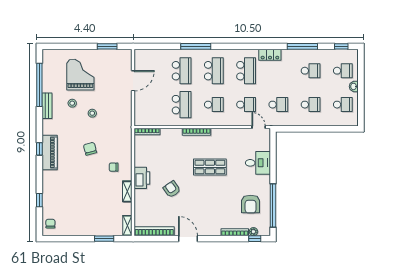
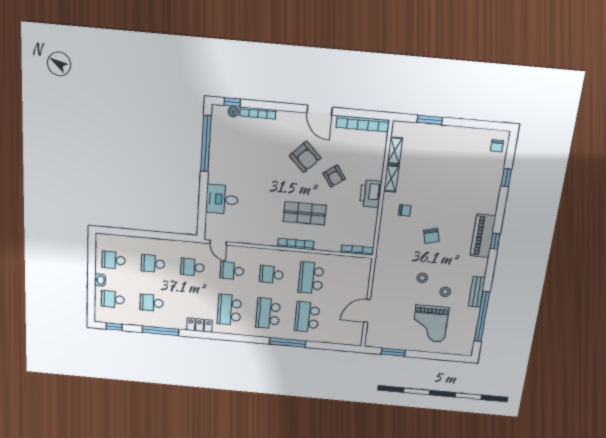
shop shelf: (210, 167) -> (305, 213), moved
armchair: (251, 204) -> (305, 157), moved, turned 134
shelving: (127, 226) -> (395, 151), moved

